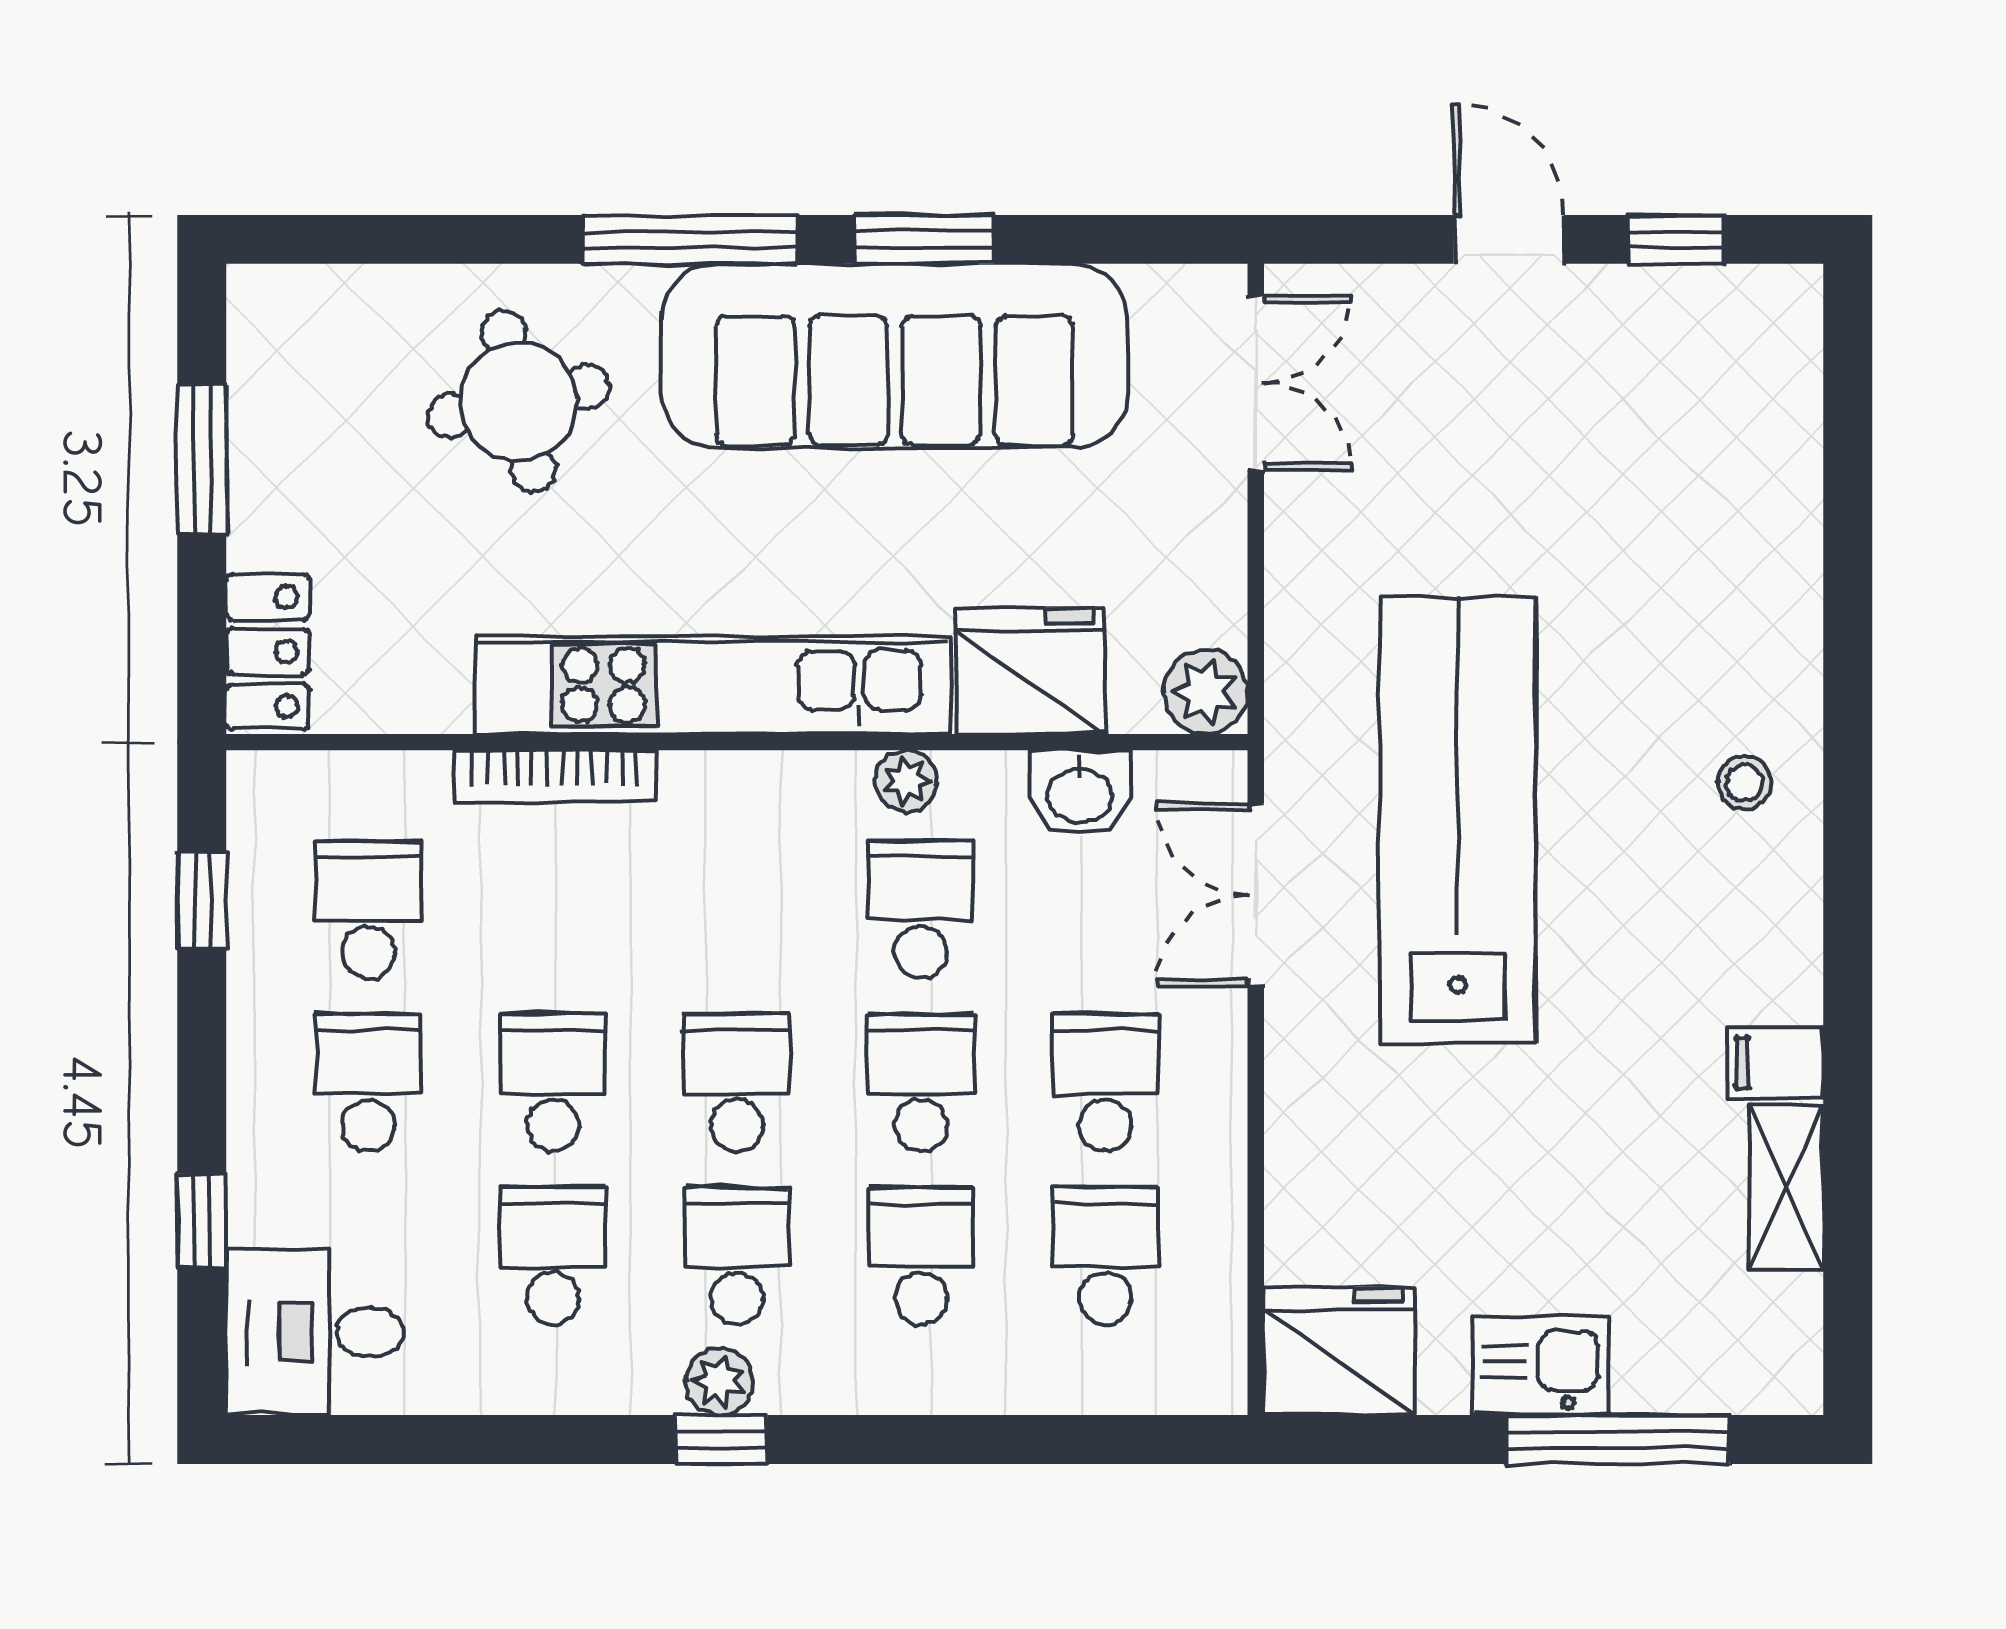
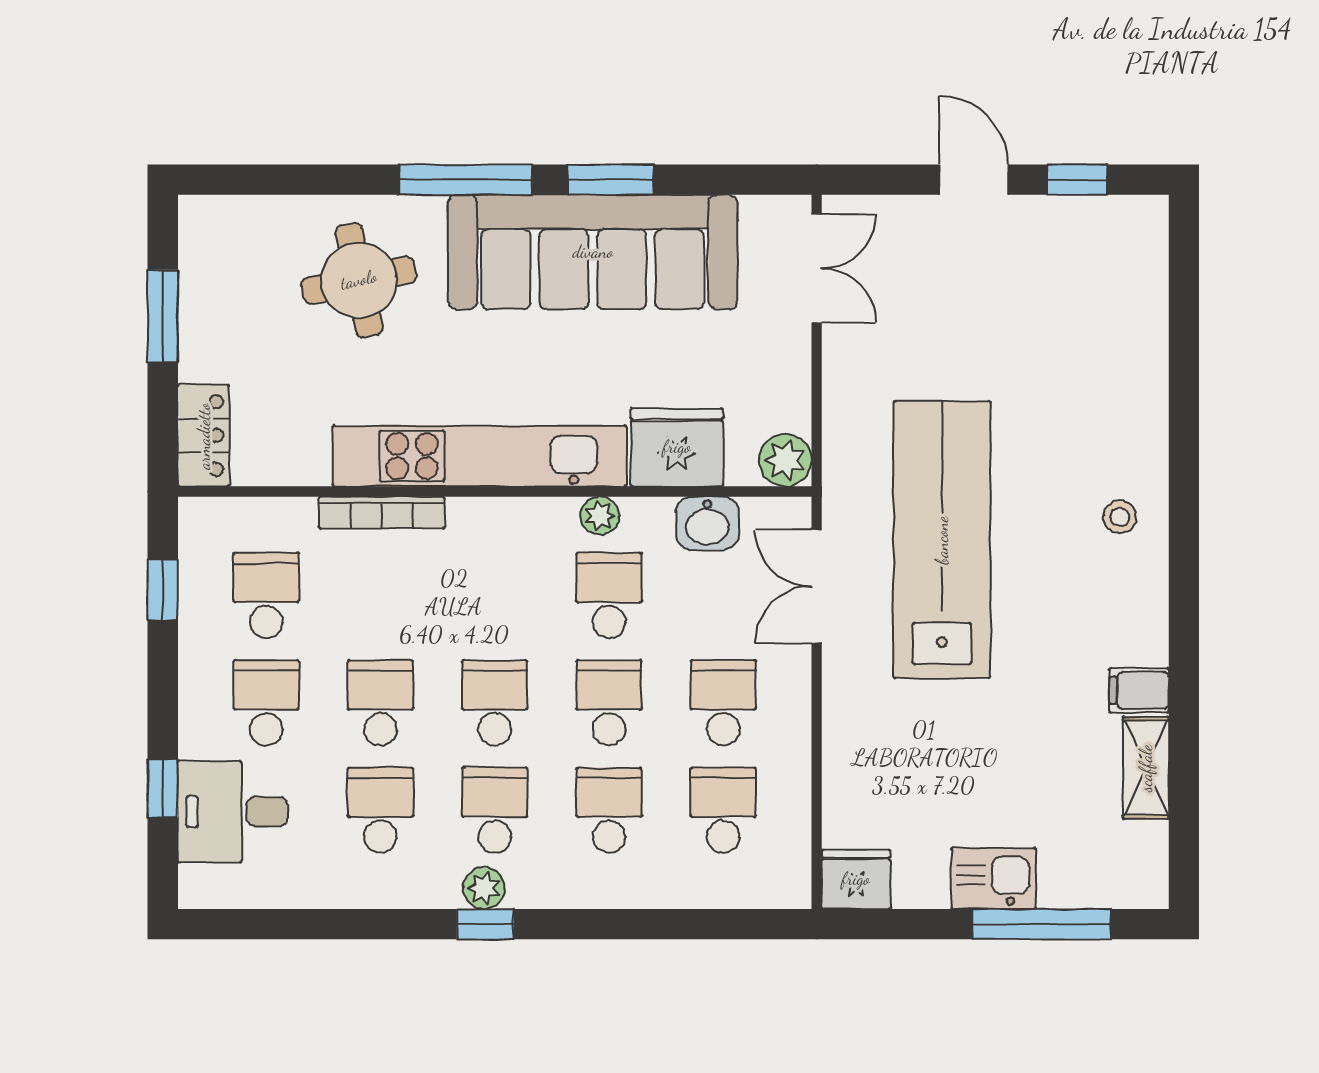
desk: (315, 1332) -> (233, 812), moved
fridge: (1340, 1351) -> (856, 879), width x0.73, depth x0.75

